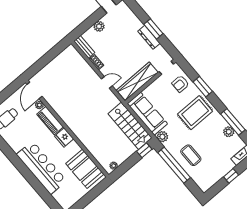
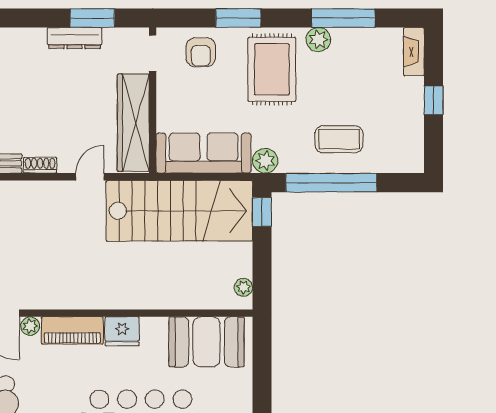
window: (153, 29) -> (92, 18), moved
stairs: (130, 126) -> (179, 211), width x1.36, depth x1.51
plant: (229, 132) -> (318, 40), moved

